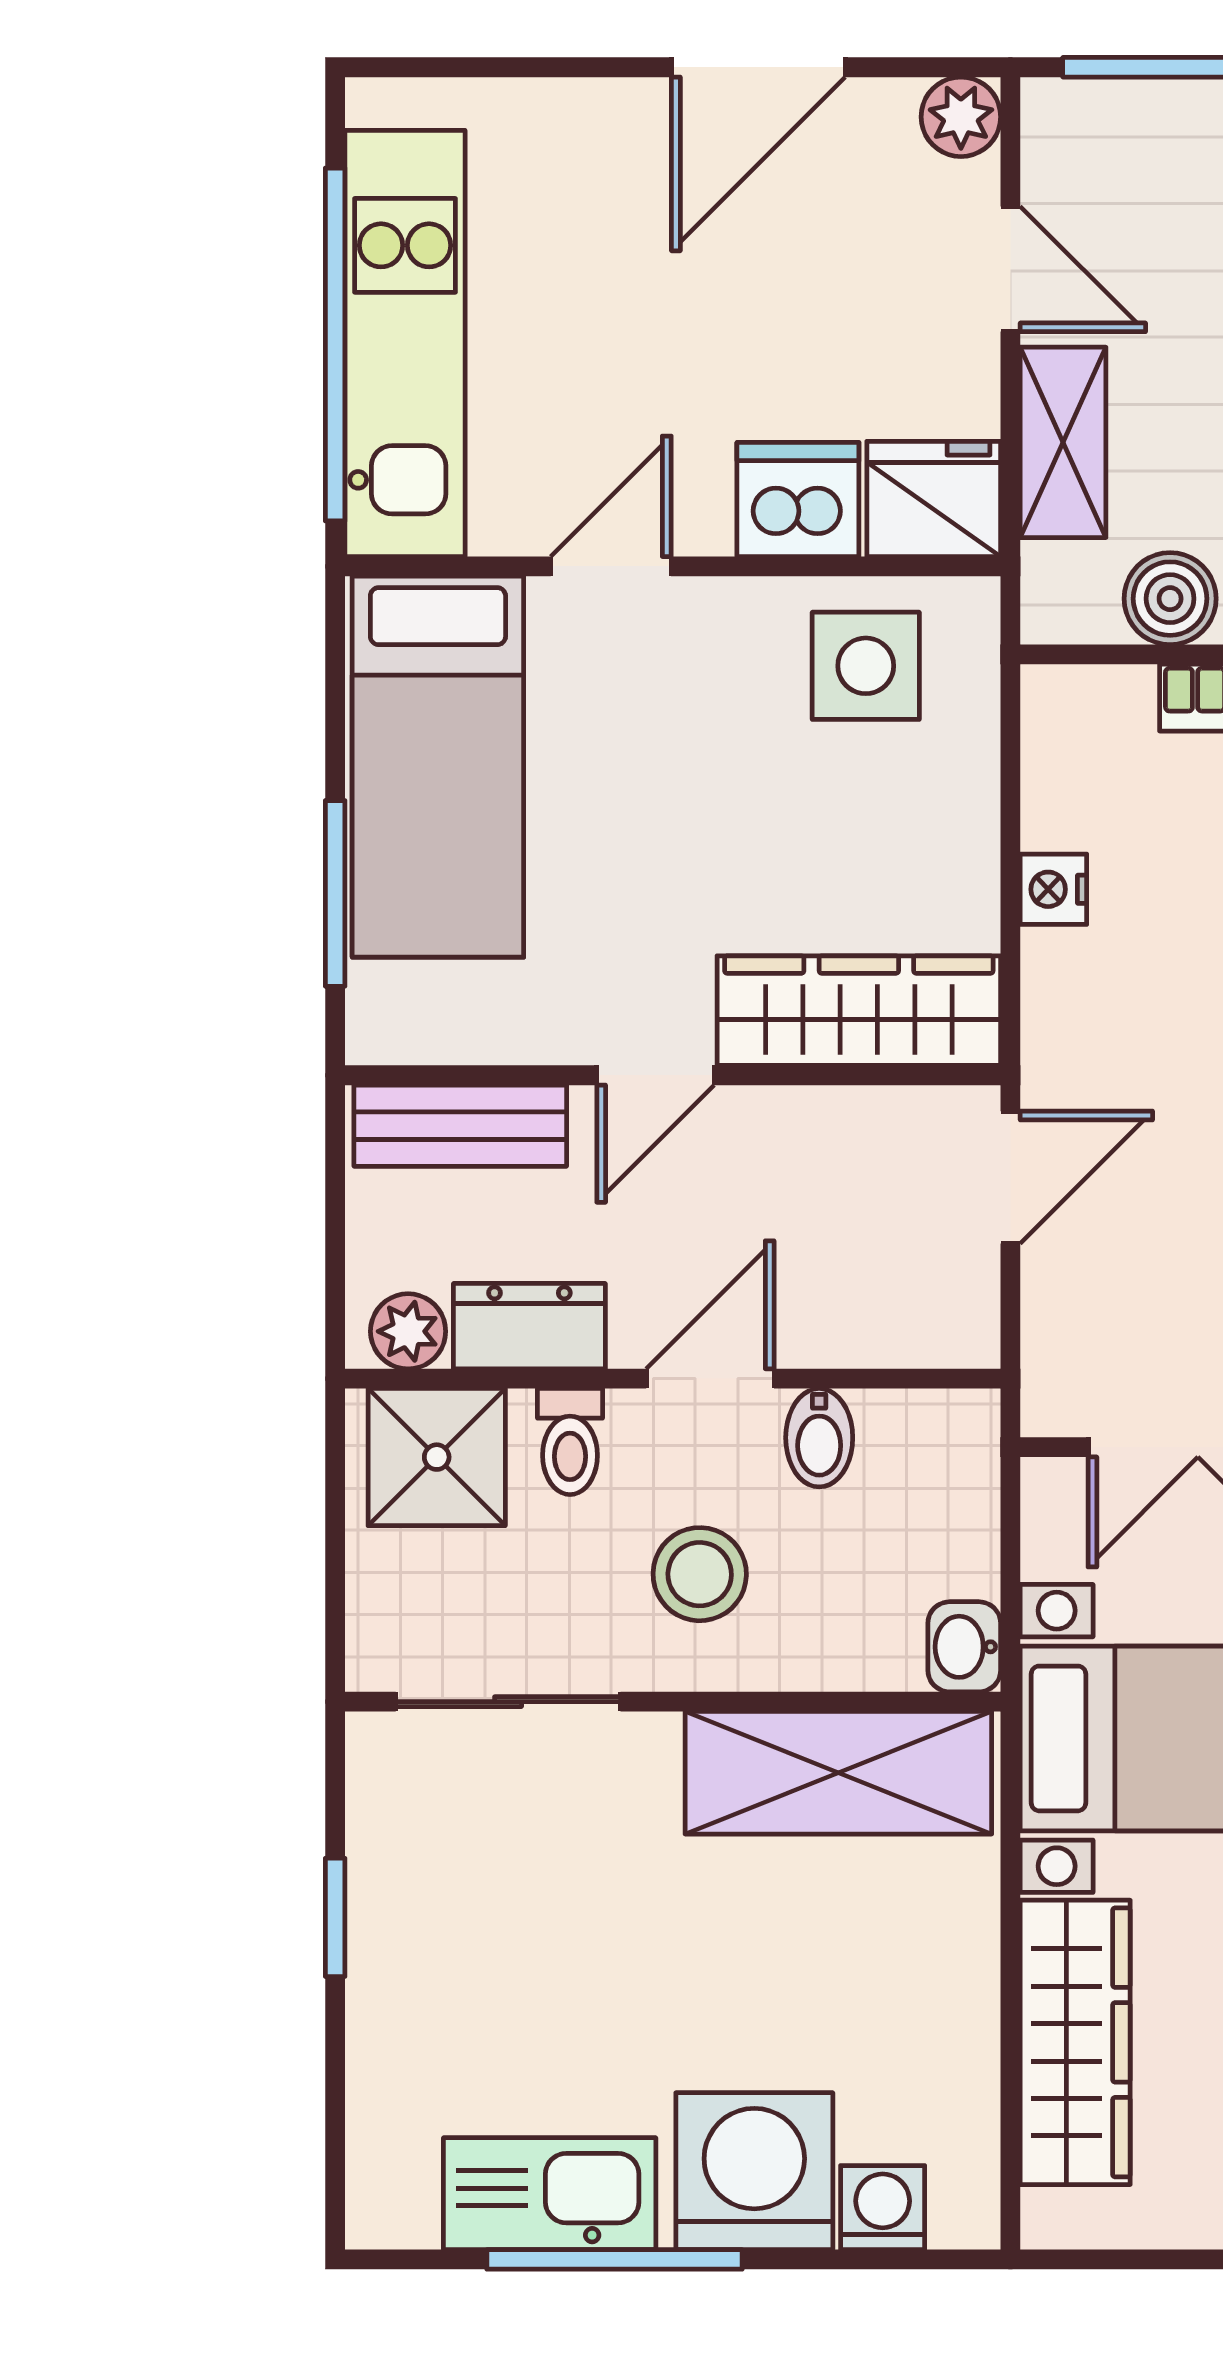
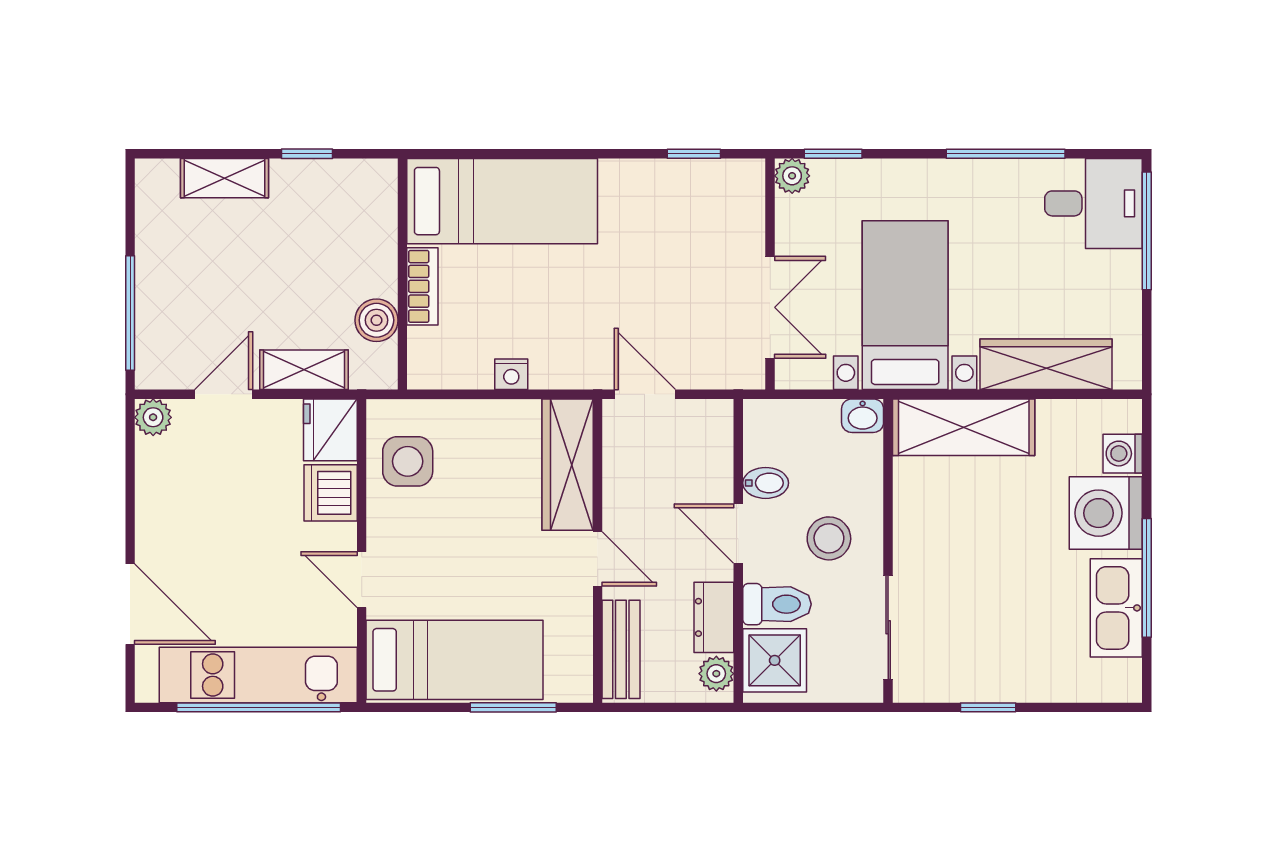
door: (758, 67) -> (130, 604), moved
toilet: (570, 1442) -> (777, 604), width x1.37, depth x1.39
shelving: (838, 1773) -> (964, 427), moved, turned 90

